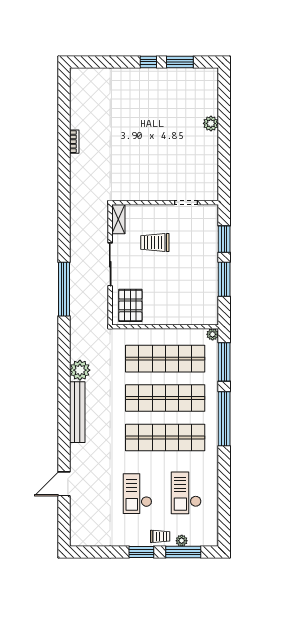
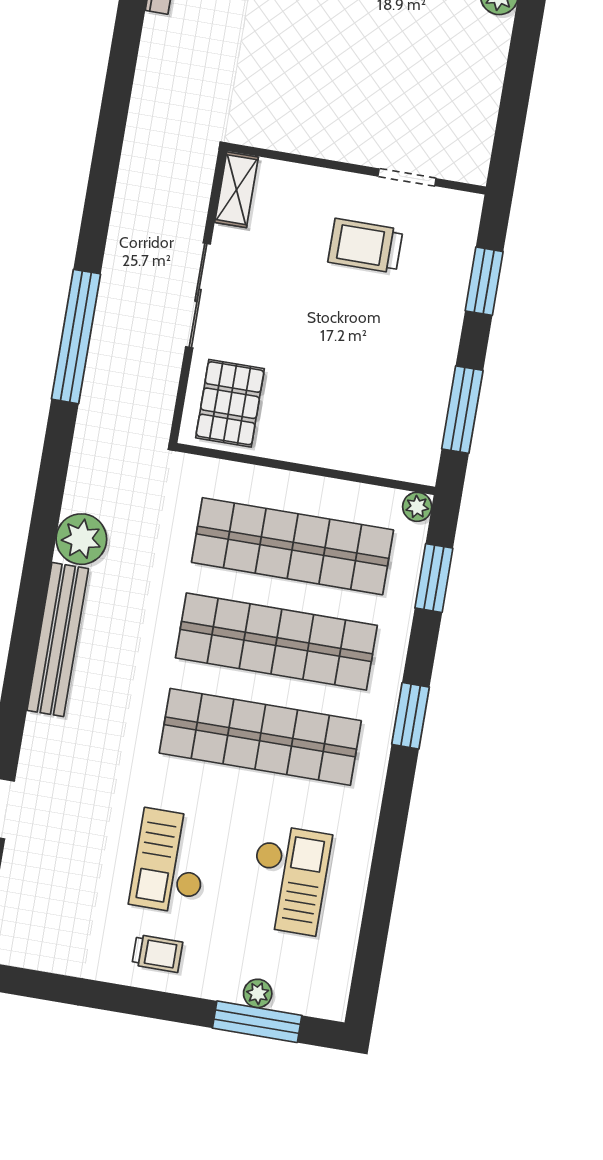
trolley: (155, 242) -> (365, 246), moved
window: (224, 279) -> (462, 410), moved
window: (224, 362) -> (434, 578), width x0.69
window: (224, 419) -> (411, 716), width x0.47
checkout: (186, 493) -> (289, 880), turned 180
trolley: (160, 536) -> (157, 953), moved
window: (141, 552) -> (156, 1005), removed

